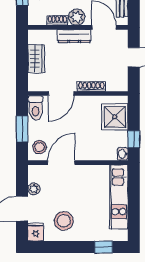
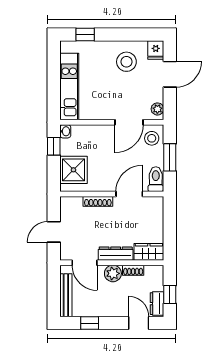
wardrobe: (36, 59) -> (149, 252), moved, turned 90
plant: (34, 189) -> (157, 109), moved

